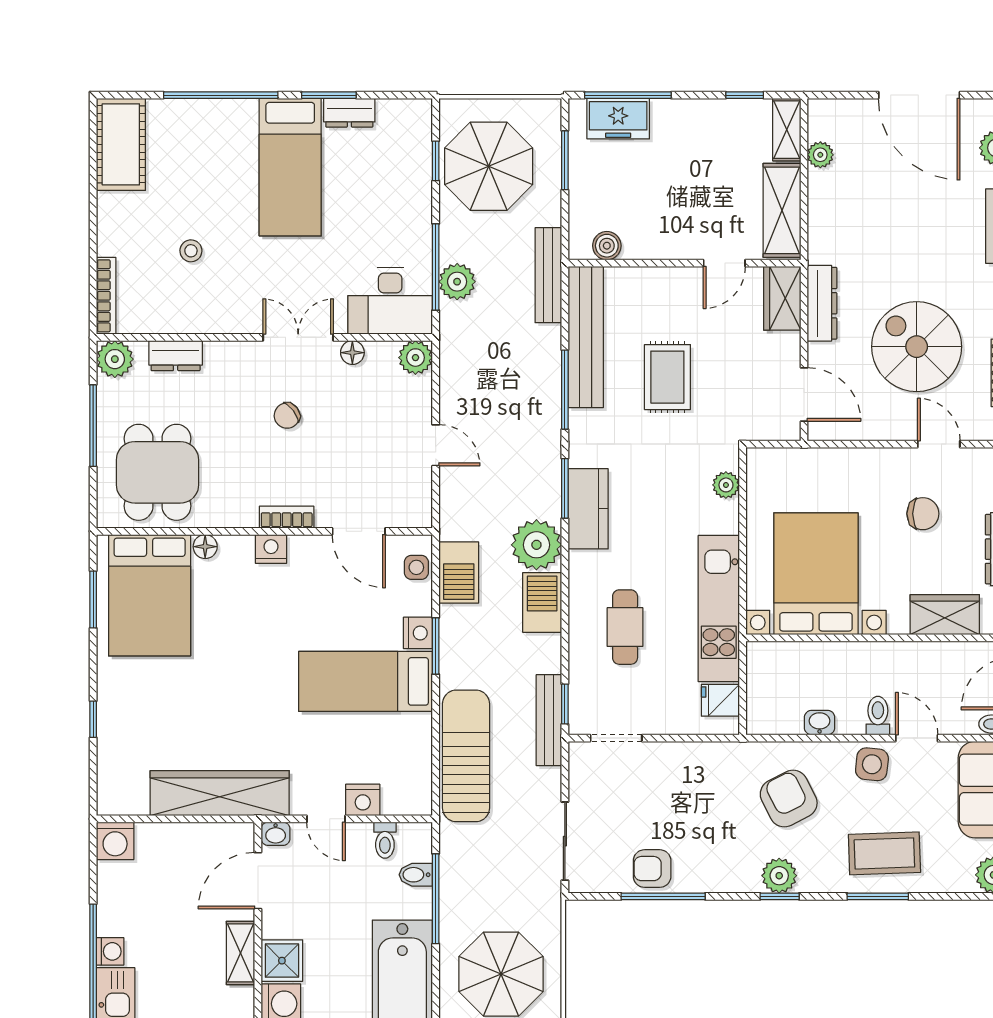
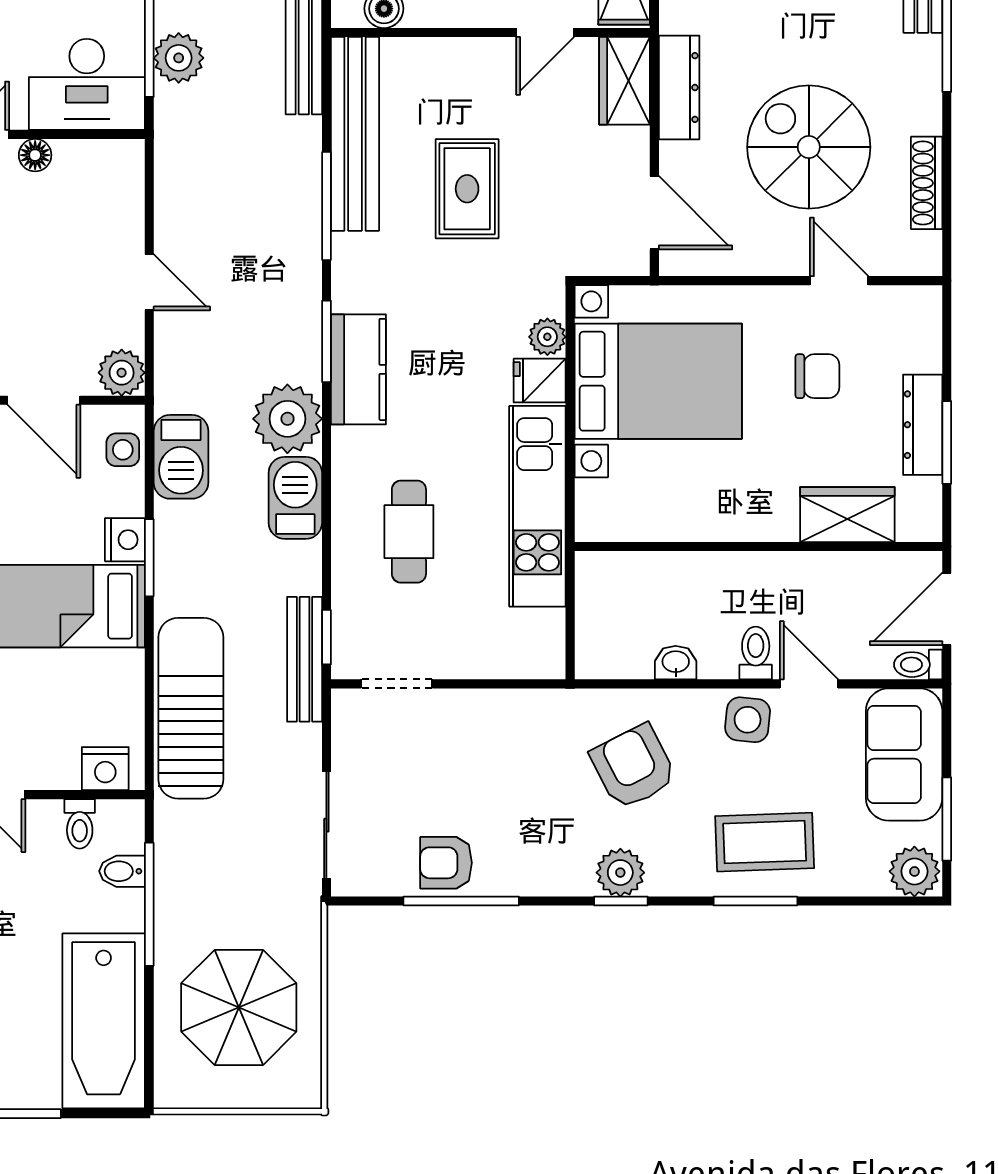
plant: (415, 358) -> (122, 373), moved
bed with nightstands: (816, 574) -> (658, 381), moved, turned 90
fridge: (720, 700) -> (540, 381), moved
nightstand: (363, 800) -> (105, 769), moved

